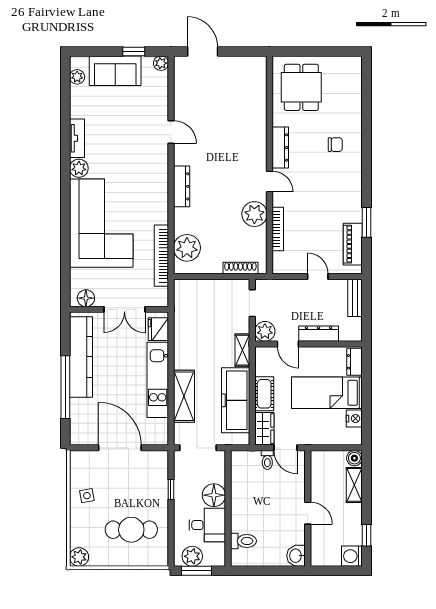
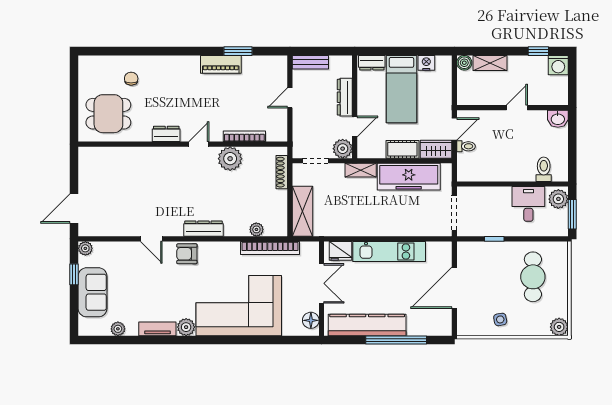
plant: (77, 77) -> (118, 329), moved
door: (171, 132) -> (151, 239), swing flipped
chair: (335, 145) -> (131, 79), moved
dresser: (280, 147) -> (166, 134), width x0.70
armchair: (155, 169) -> (187, 254), added
piano: (353, 244) -> (221, 64), moved
plant: (187, 248) -> (256, 229), width x0.53, depth x0.53
shelving: (184, 396) -> (302, 211), moved, turned 90
floor lamp: (214, 495) -> (500, 198), removed
plant: (192, 556) -> (558, 199), moved

